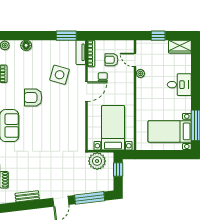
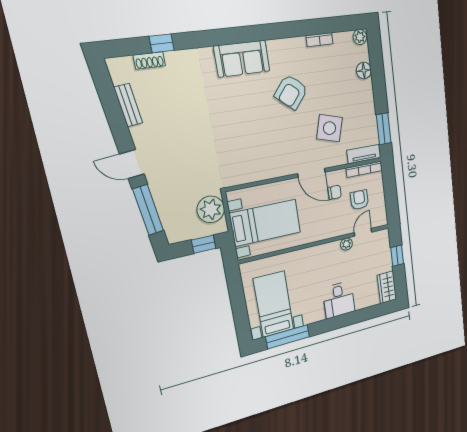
armchair: (33, 97) -> (291, 92), turned -140

